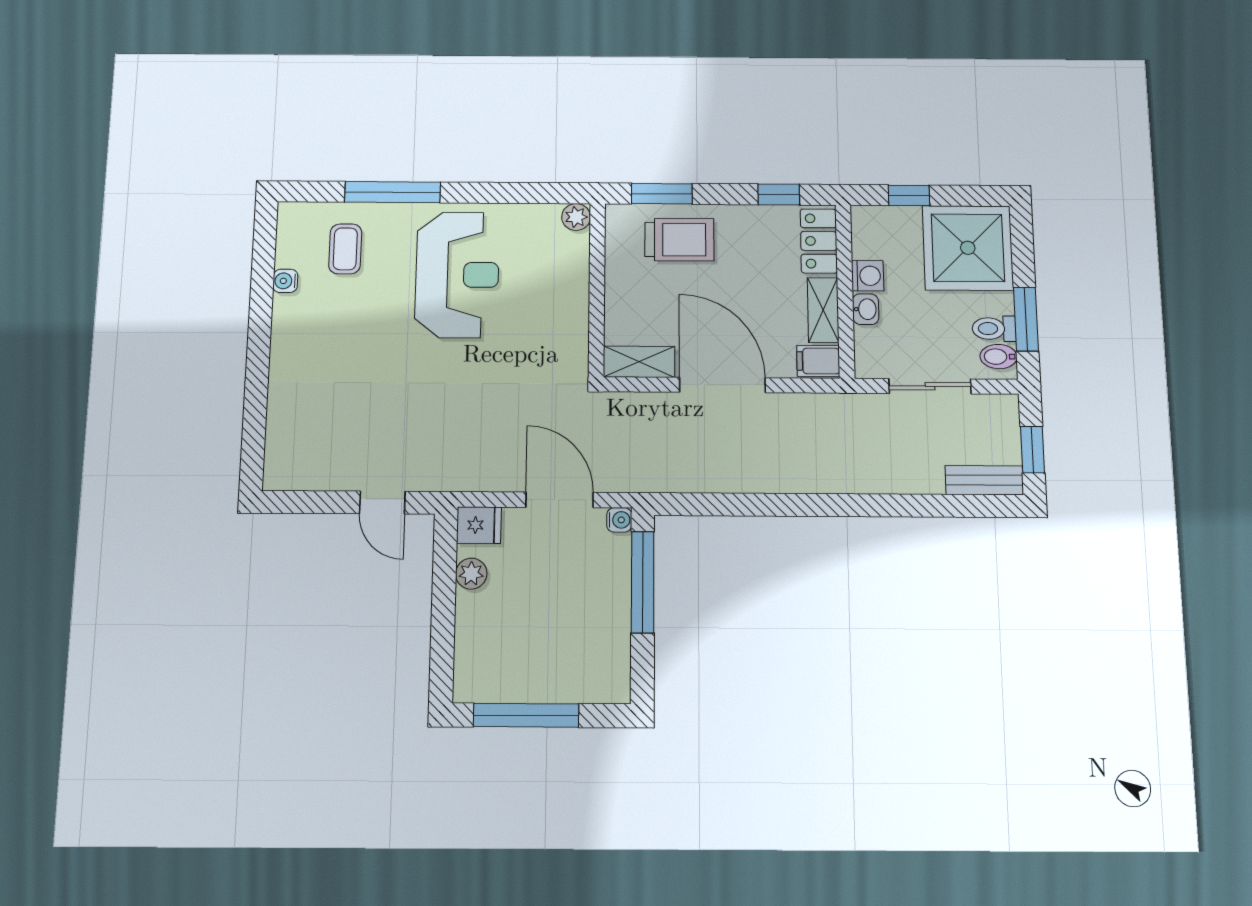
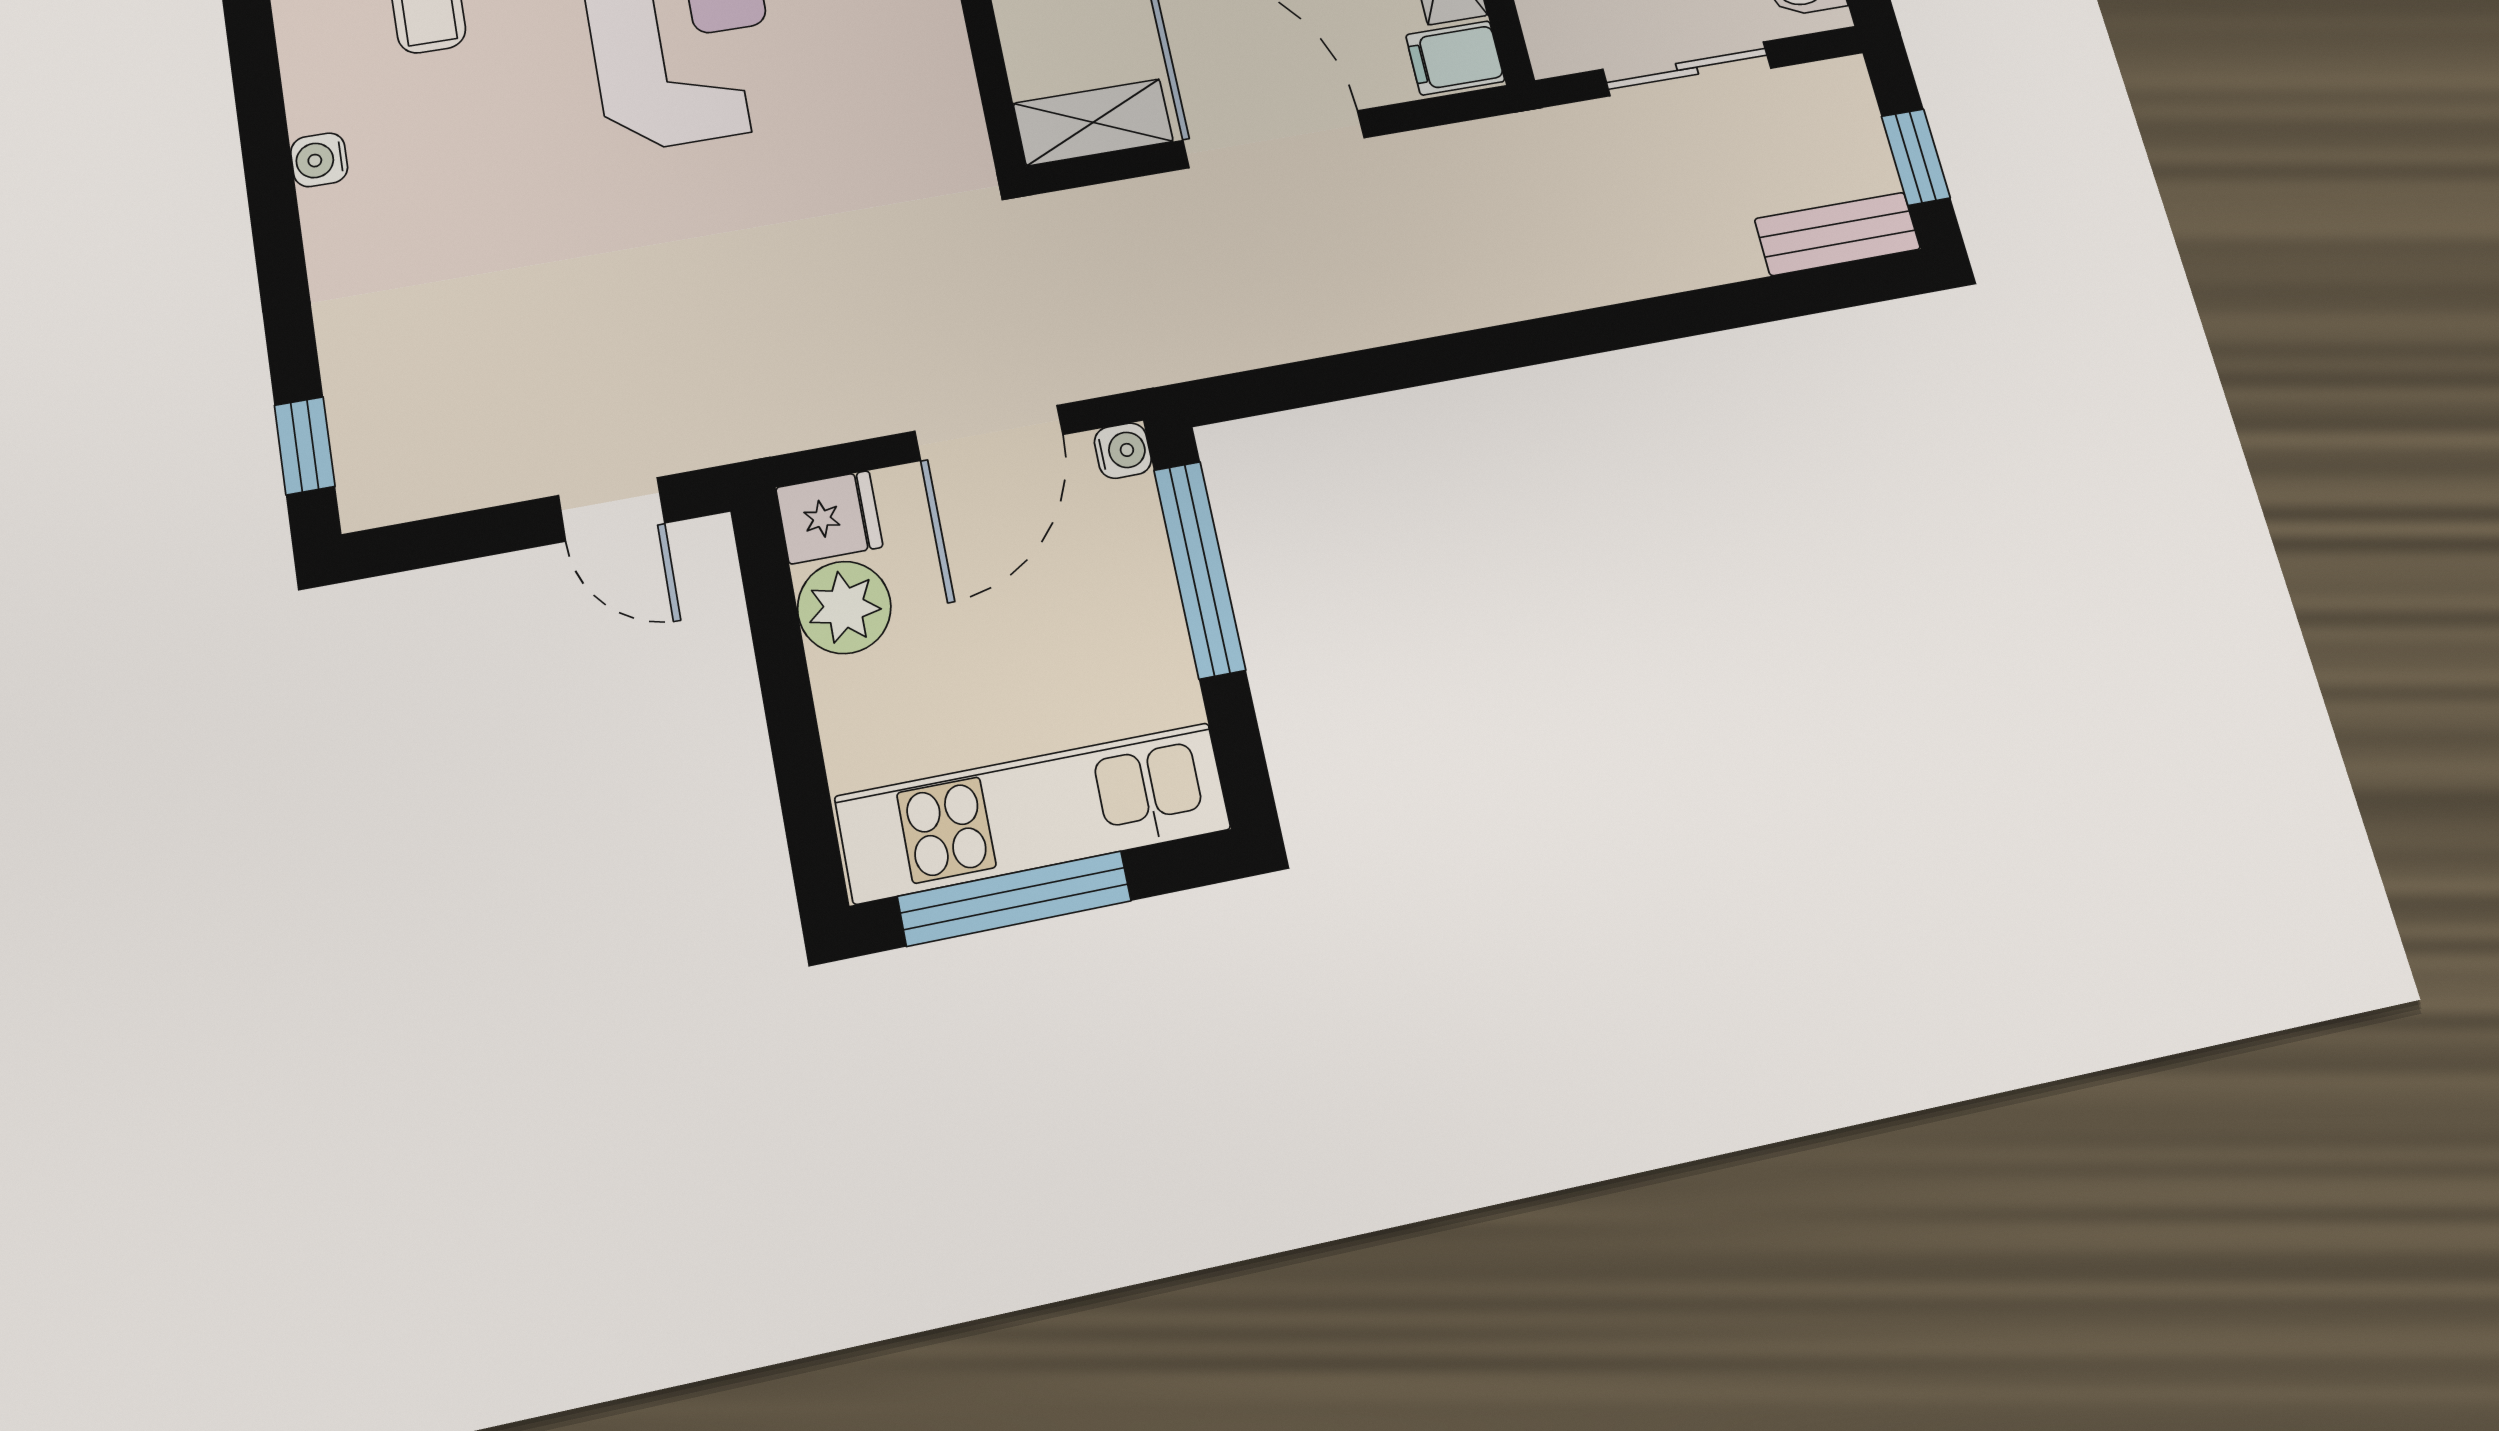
water cooler: (285, 281) -> (319, 160), moved
window: (253, 447) -> (305, 446), added
door: (560, 500) -> (989, 433), swing flipped
plant: (471, 574) -> (844, 607), width x1.38, depth x1.38
kitchen unit: (543, 678) -> (1033, 813), added

